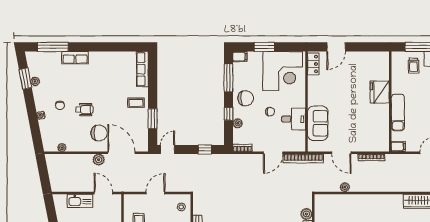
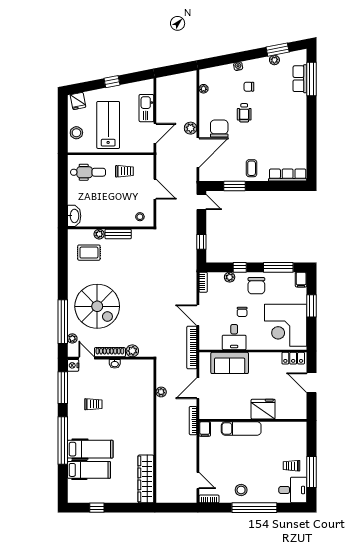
row of seats: (75, 58) -> (300, 79), moved
fridge: (380, 92) -> (263, 409), moved
wall: (390, 102) -> (253, 420), moved
exam couch: (398, 112) -> (241, 429), moved
chair: (99, 133) -> (219, 129), turned 180
filing cabinet: (398, 147) -> (205, 429), moved

